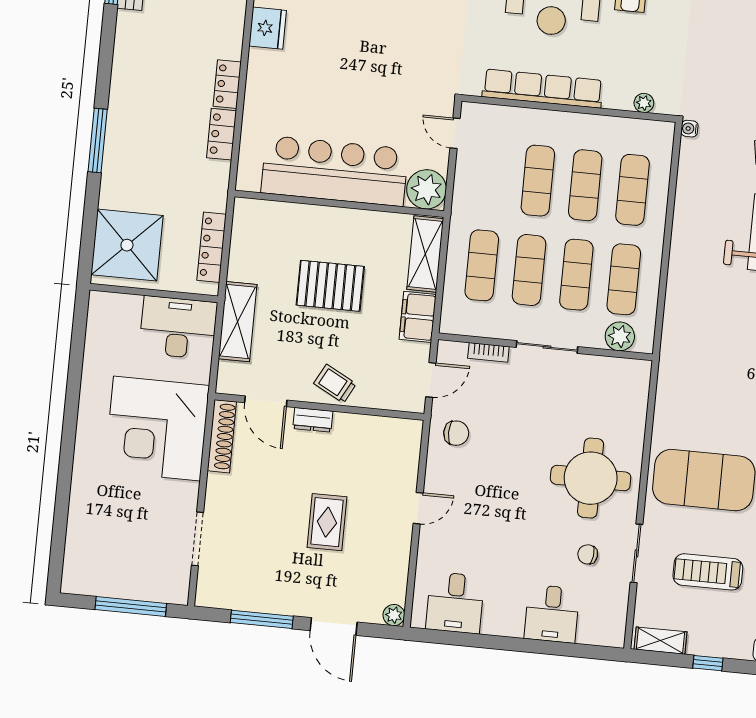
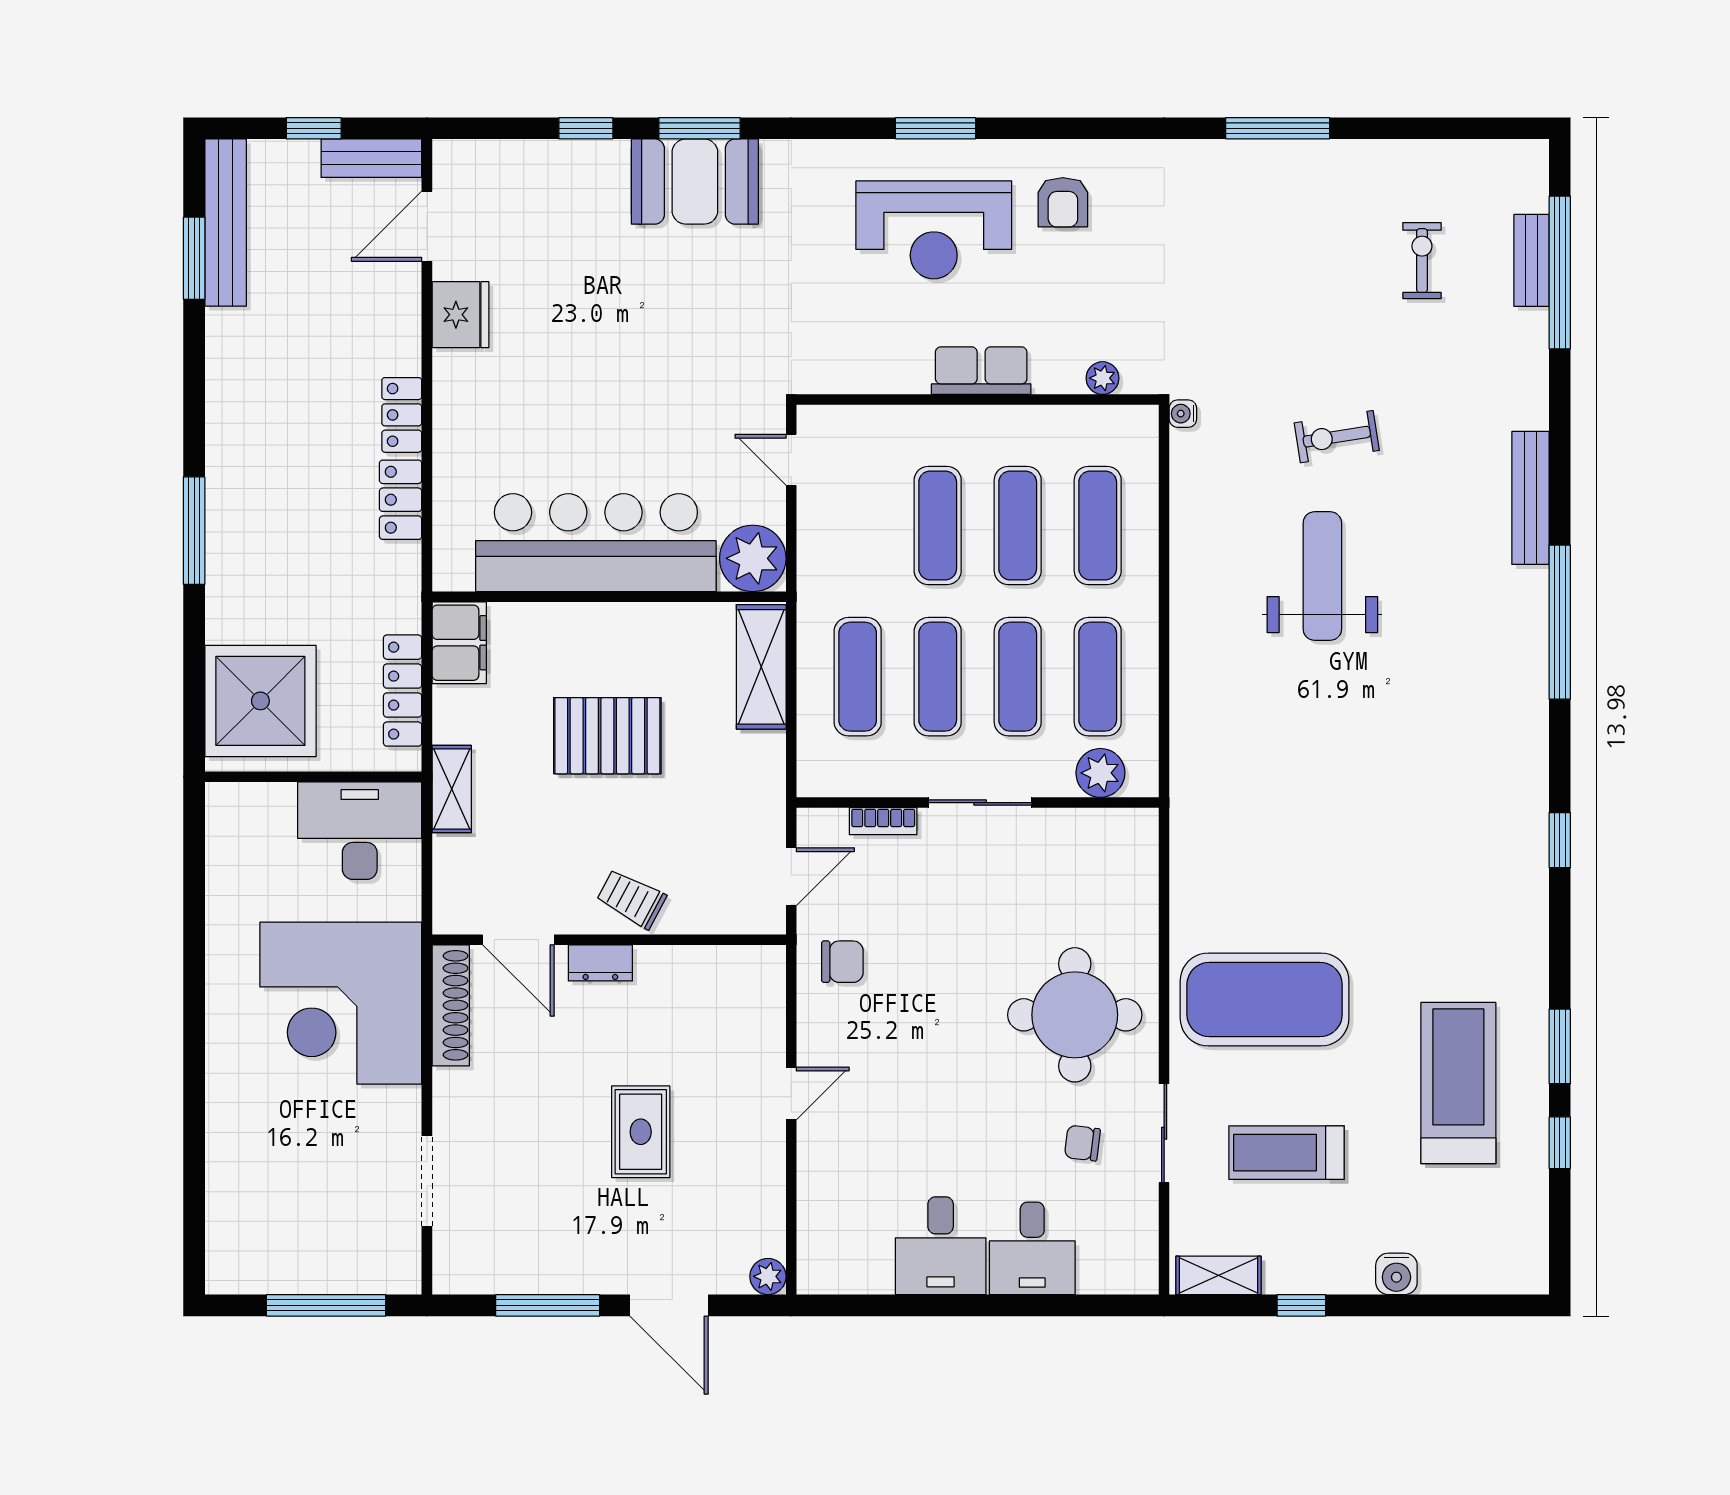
row of seats: (543, 89) -> (981, 371), width x0.50
filing cabinet: (418, 317) -> (459, 643), moved, turned 180
shelving: (238, 322) -> (452, 789), width x0.67, depth x0.75
desk: (455, 603) -> (941, 1246), moved

